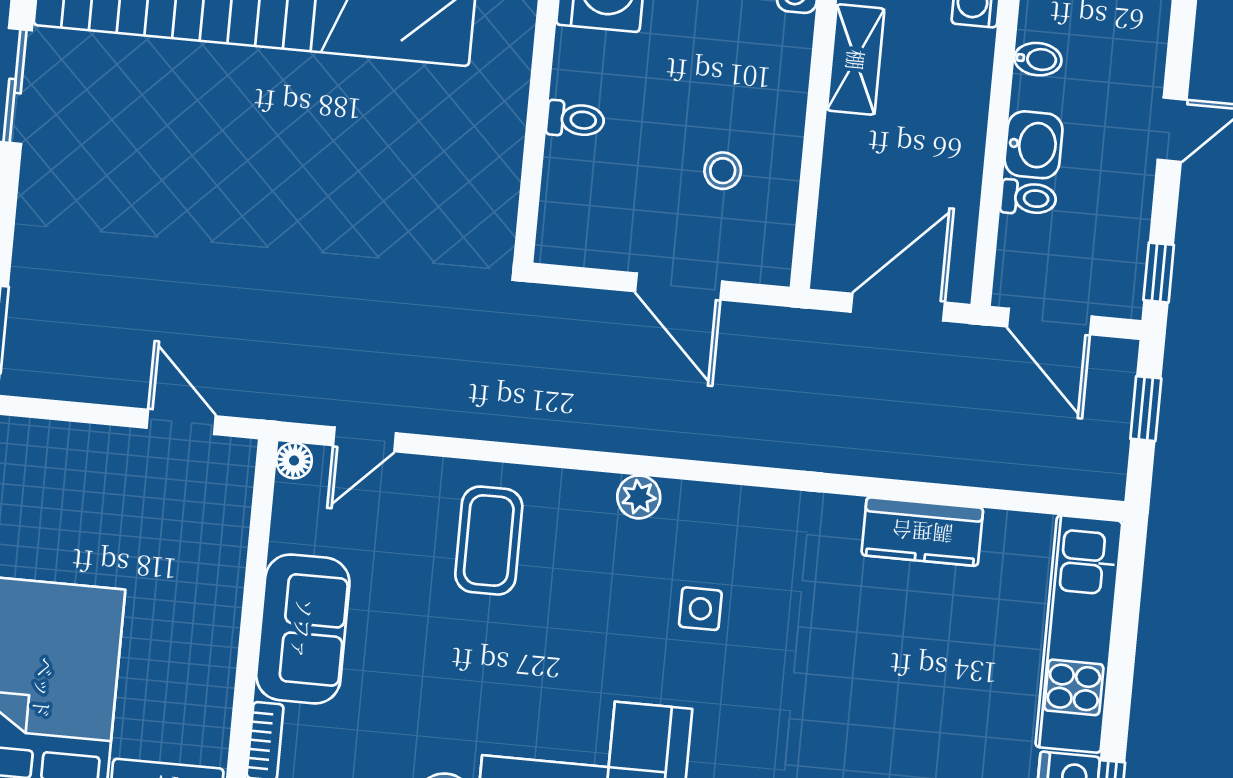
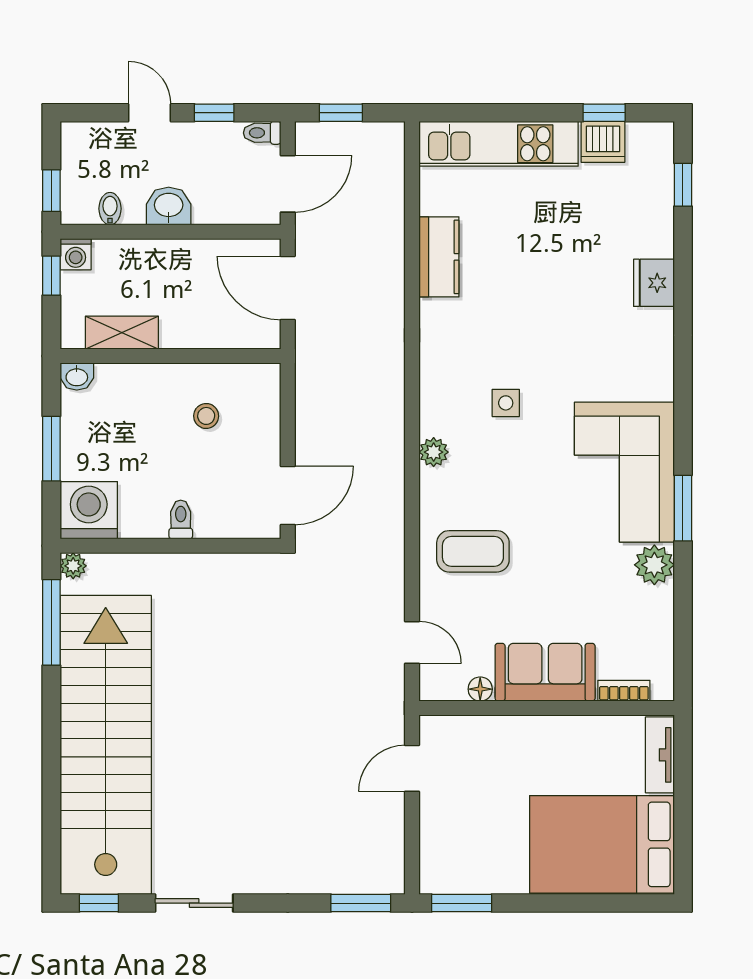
toilet: (1028, 198) -> (262, 133), moved, turned -90
window: (1159, 273) -> (214, 113), moved
door: (679, 286) -> (288, 495), moved
floor lamp: (294, 461) -> (480, 689), moved

